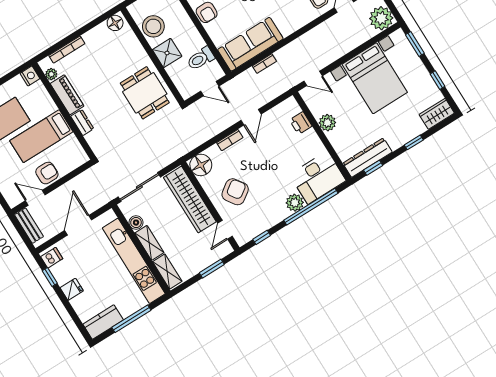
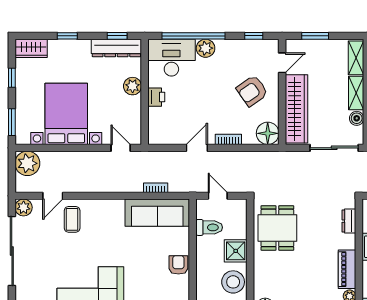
dresser: (82, 122) -> (349, 221), moved
printer: (301, 123) -> (156, 97), moved
plant: (327, 123) -> (133, 86), moved

